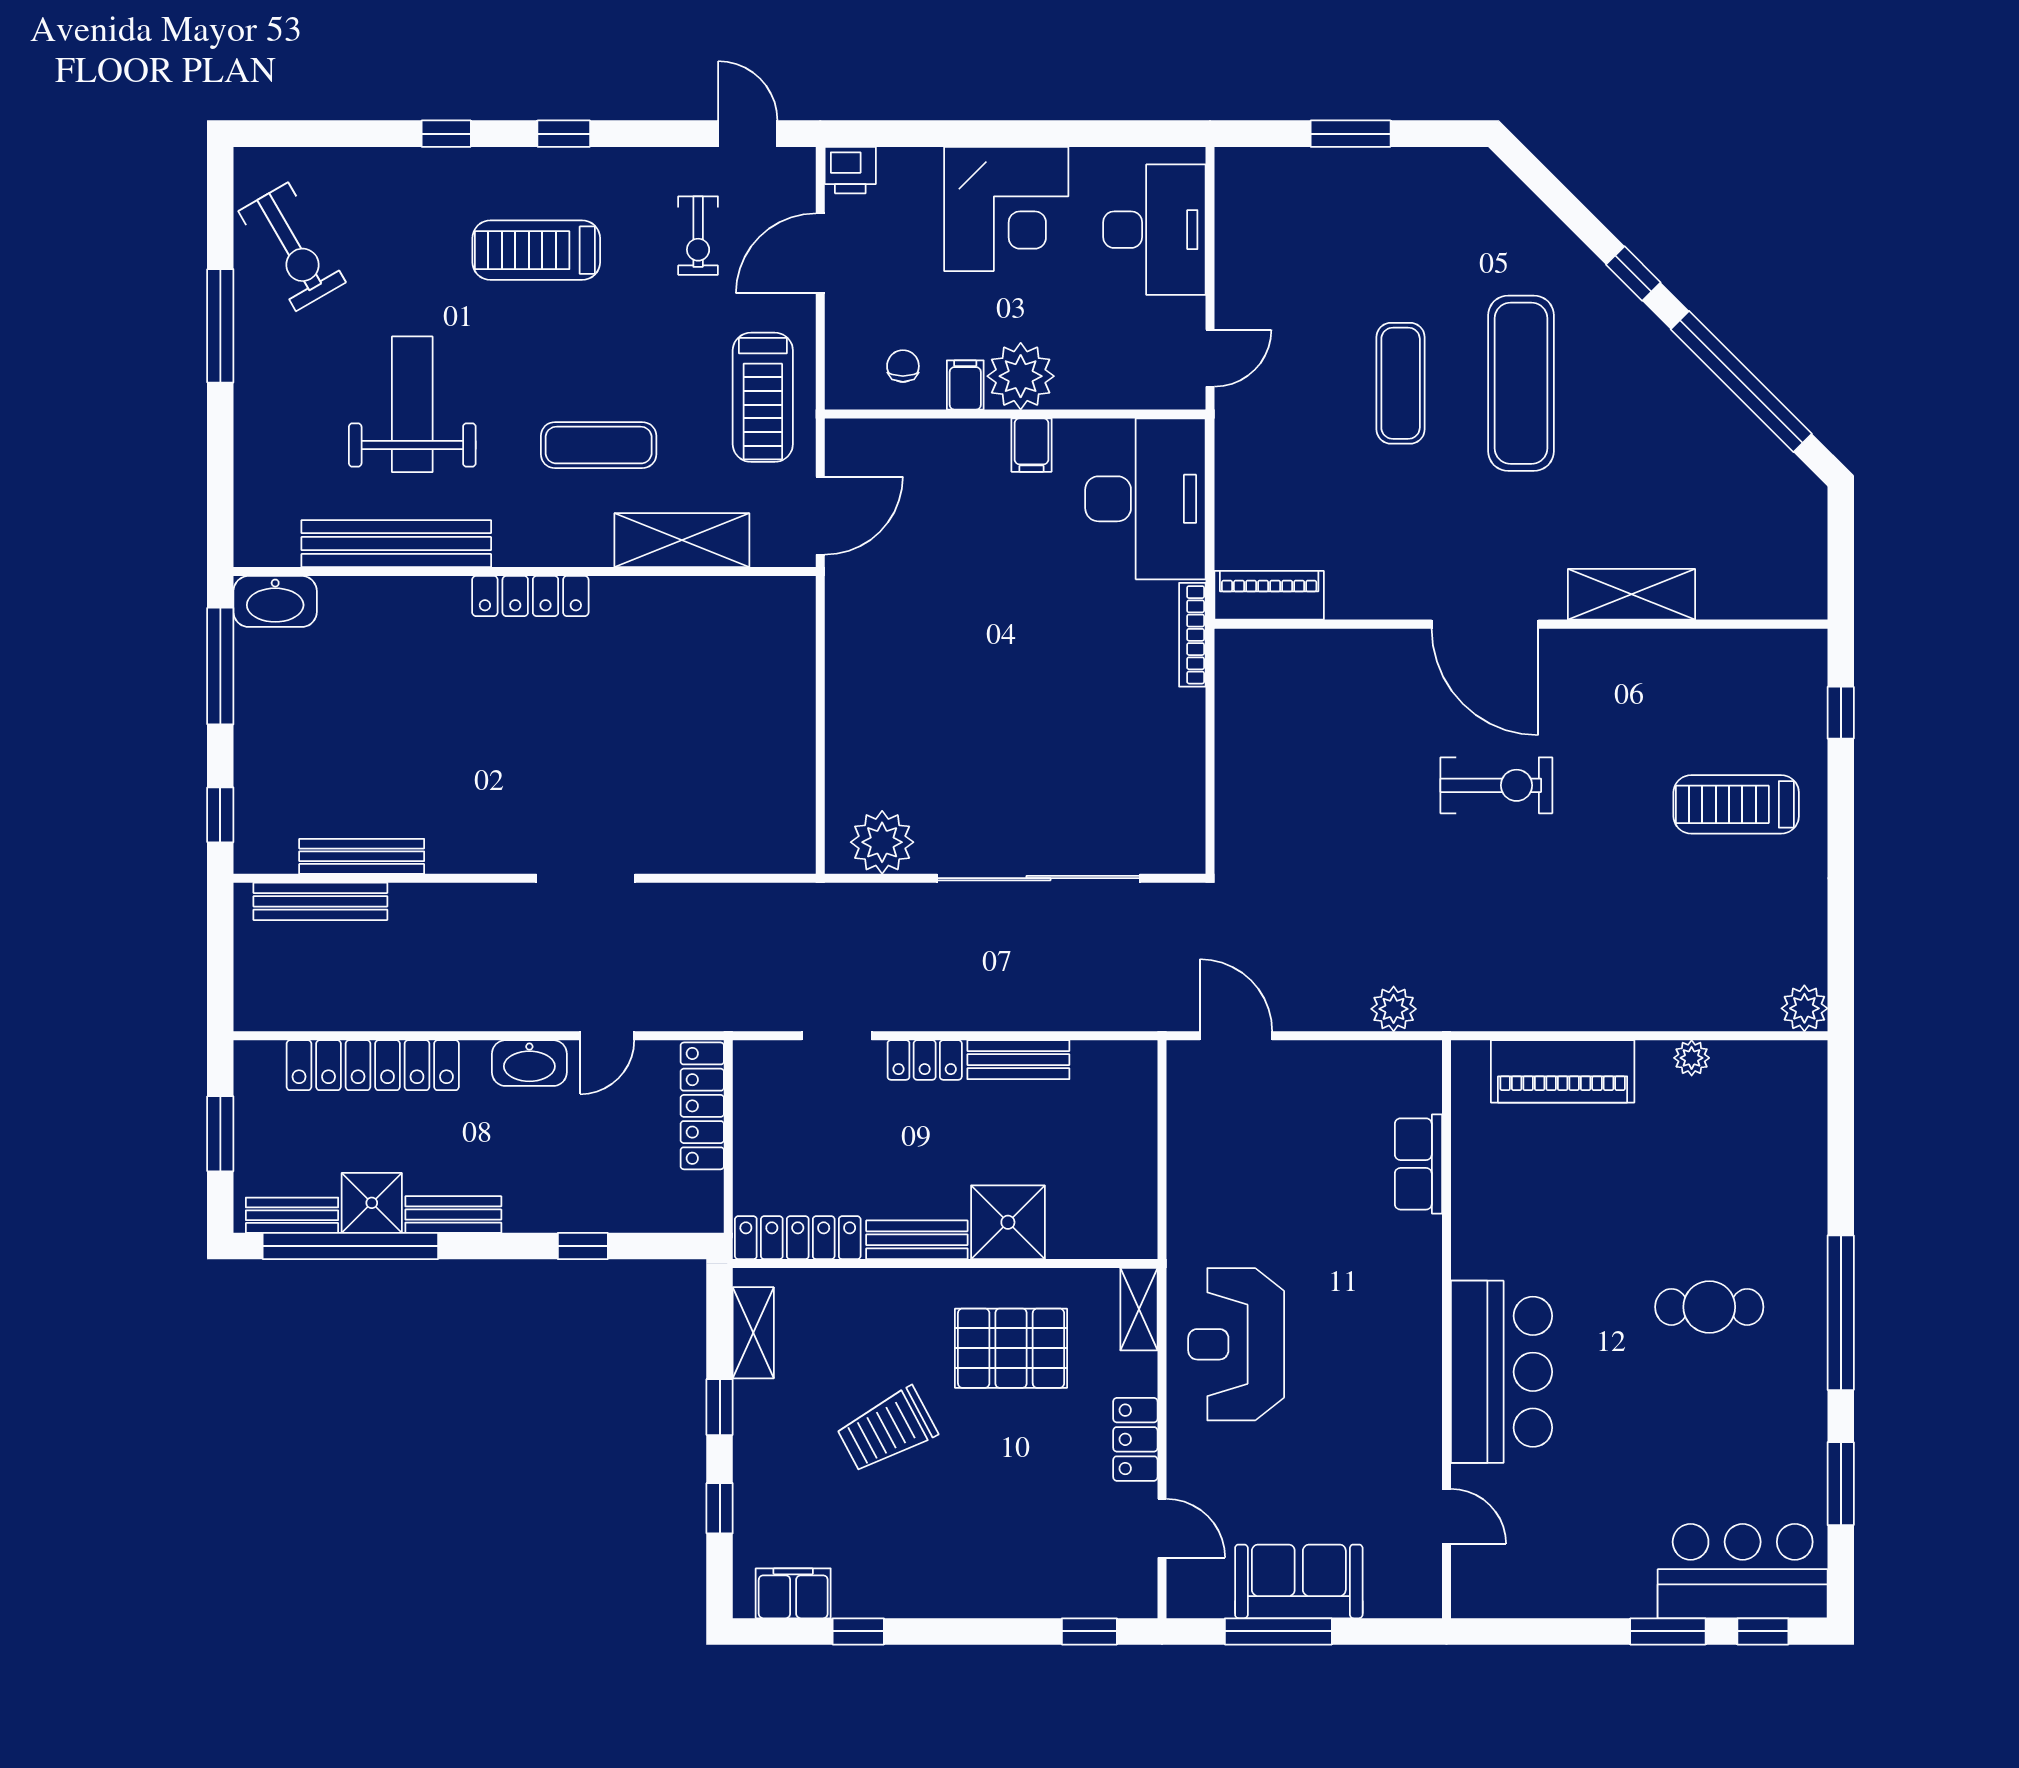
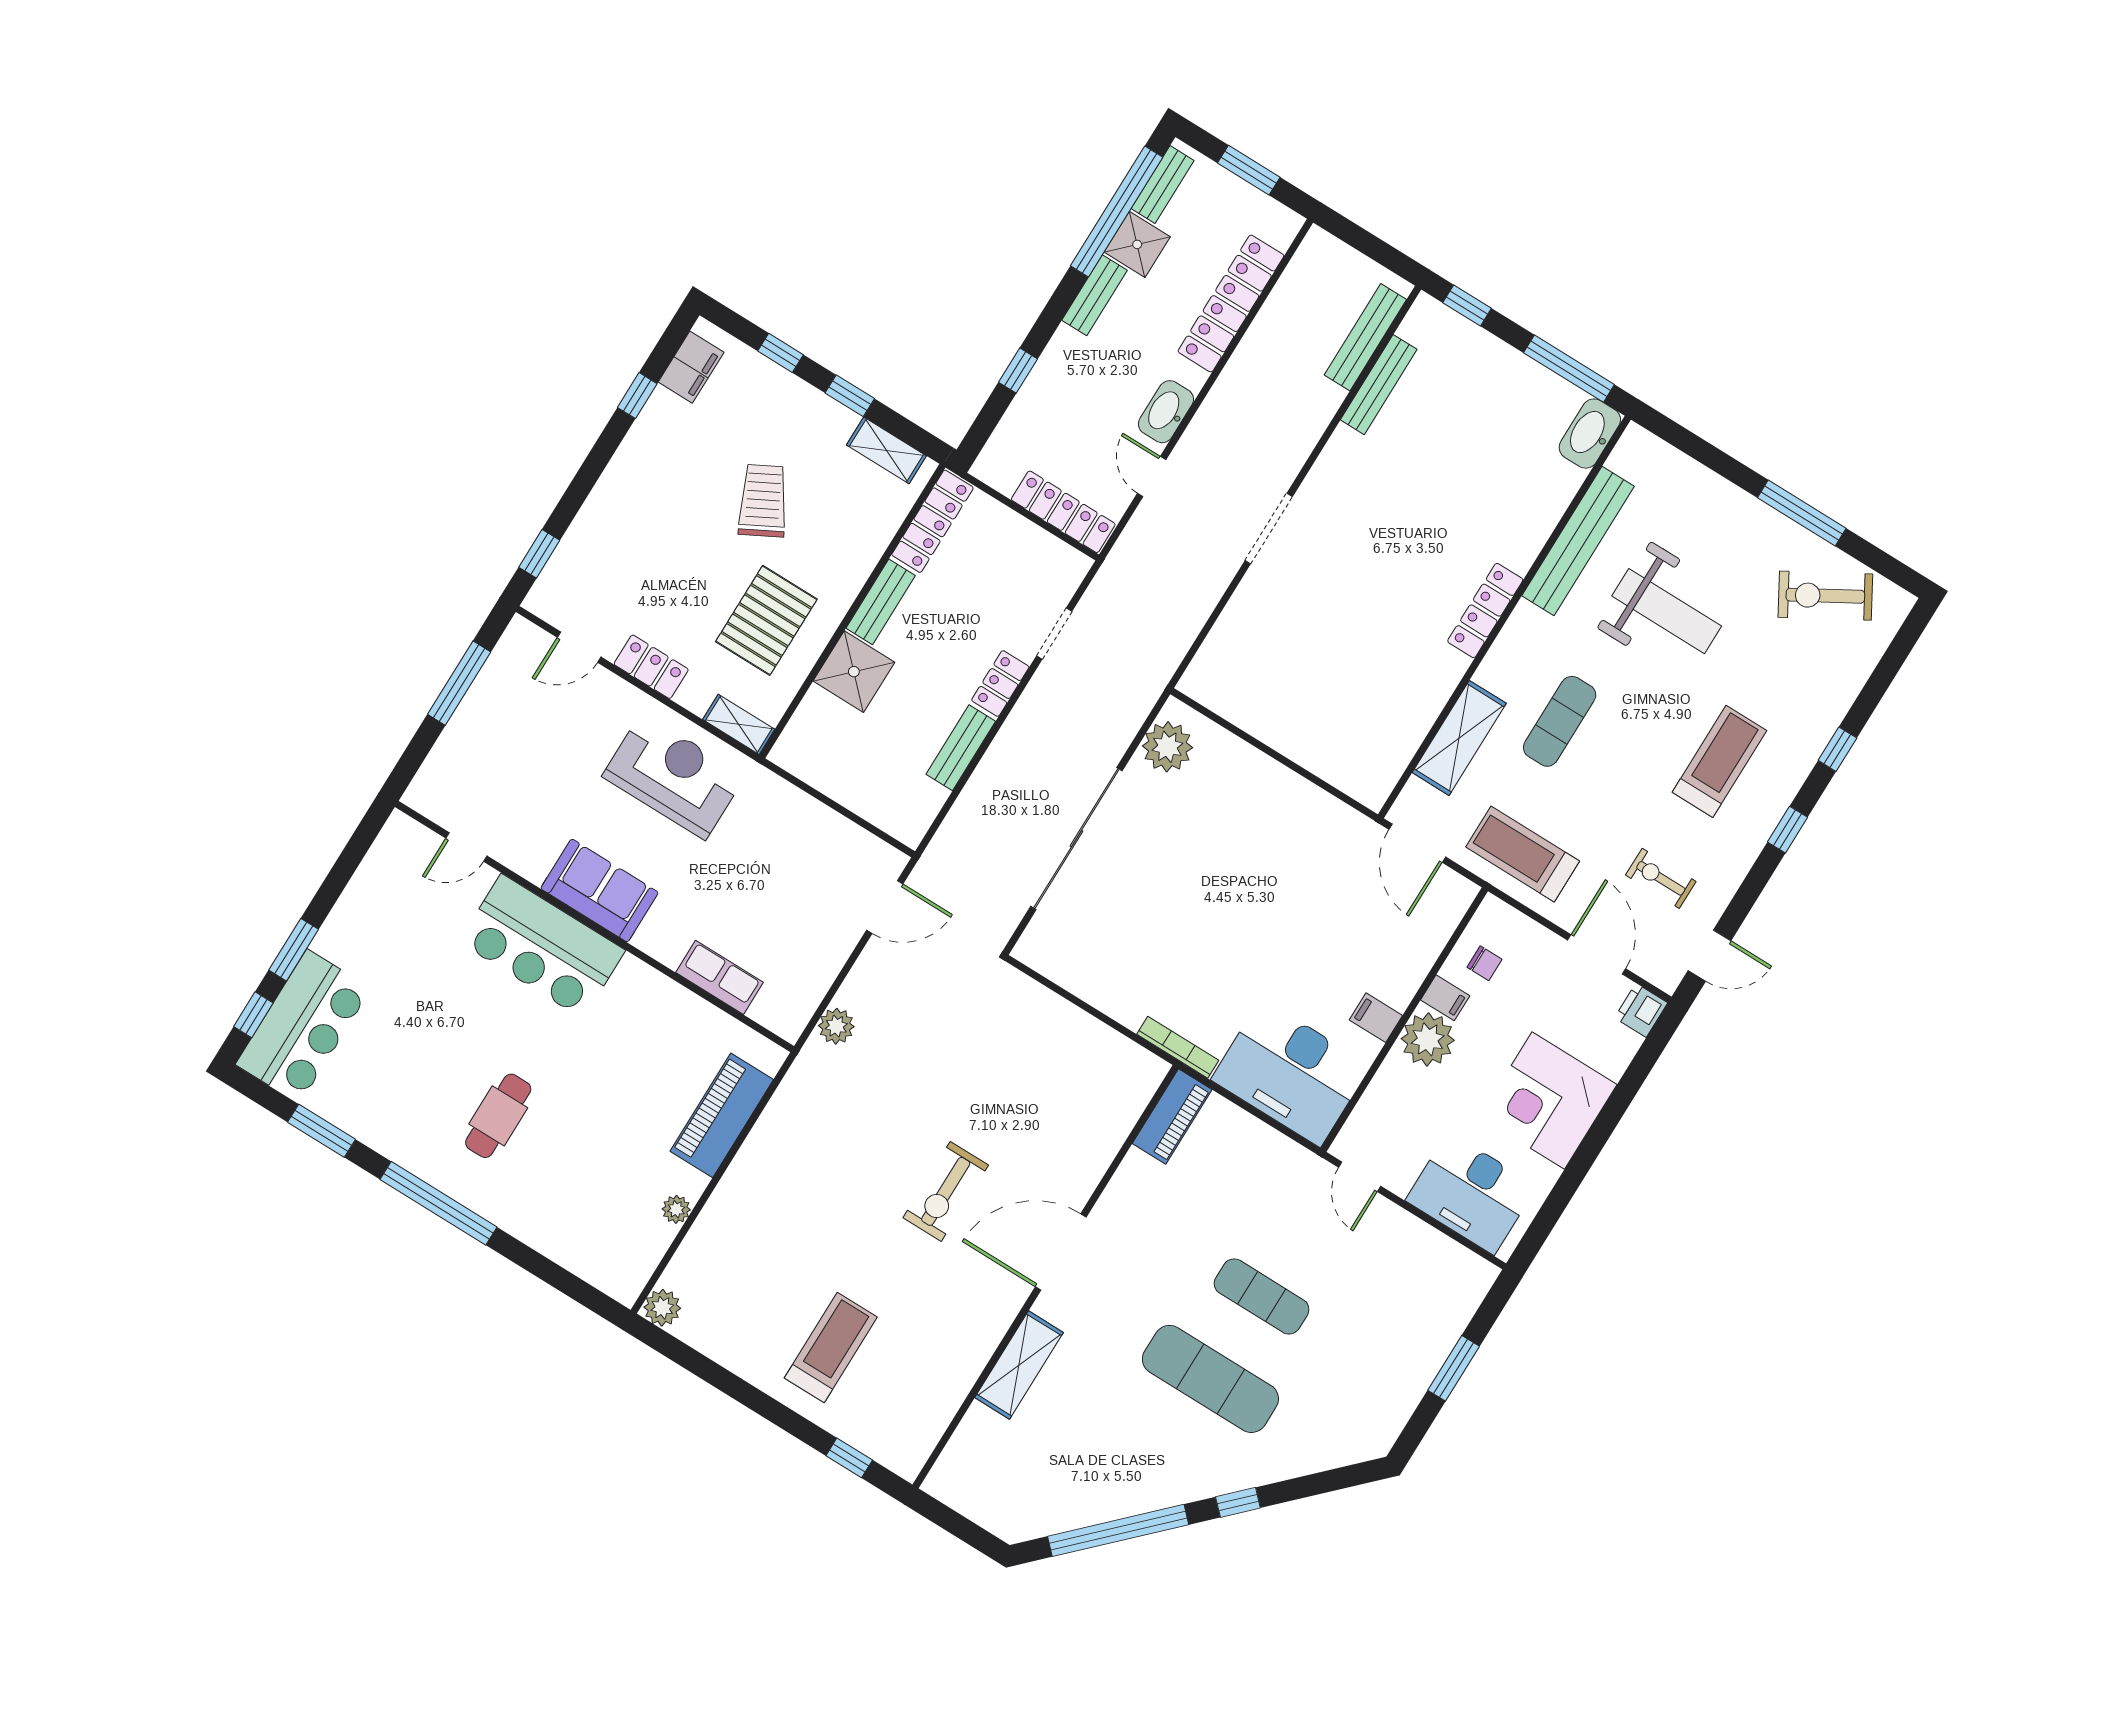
sofa: (1299, 1581) -> (599, 890), moved, turned -90

